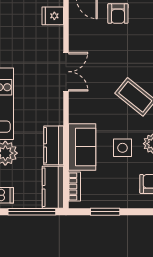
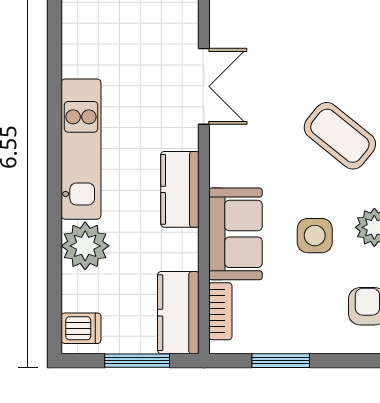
kitchen counter: (54, 145) -> (180, 189), moved
window: (32, 212) -> (137, 361), width x0.69

